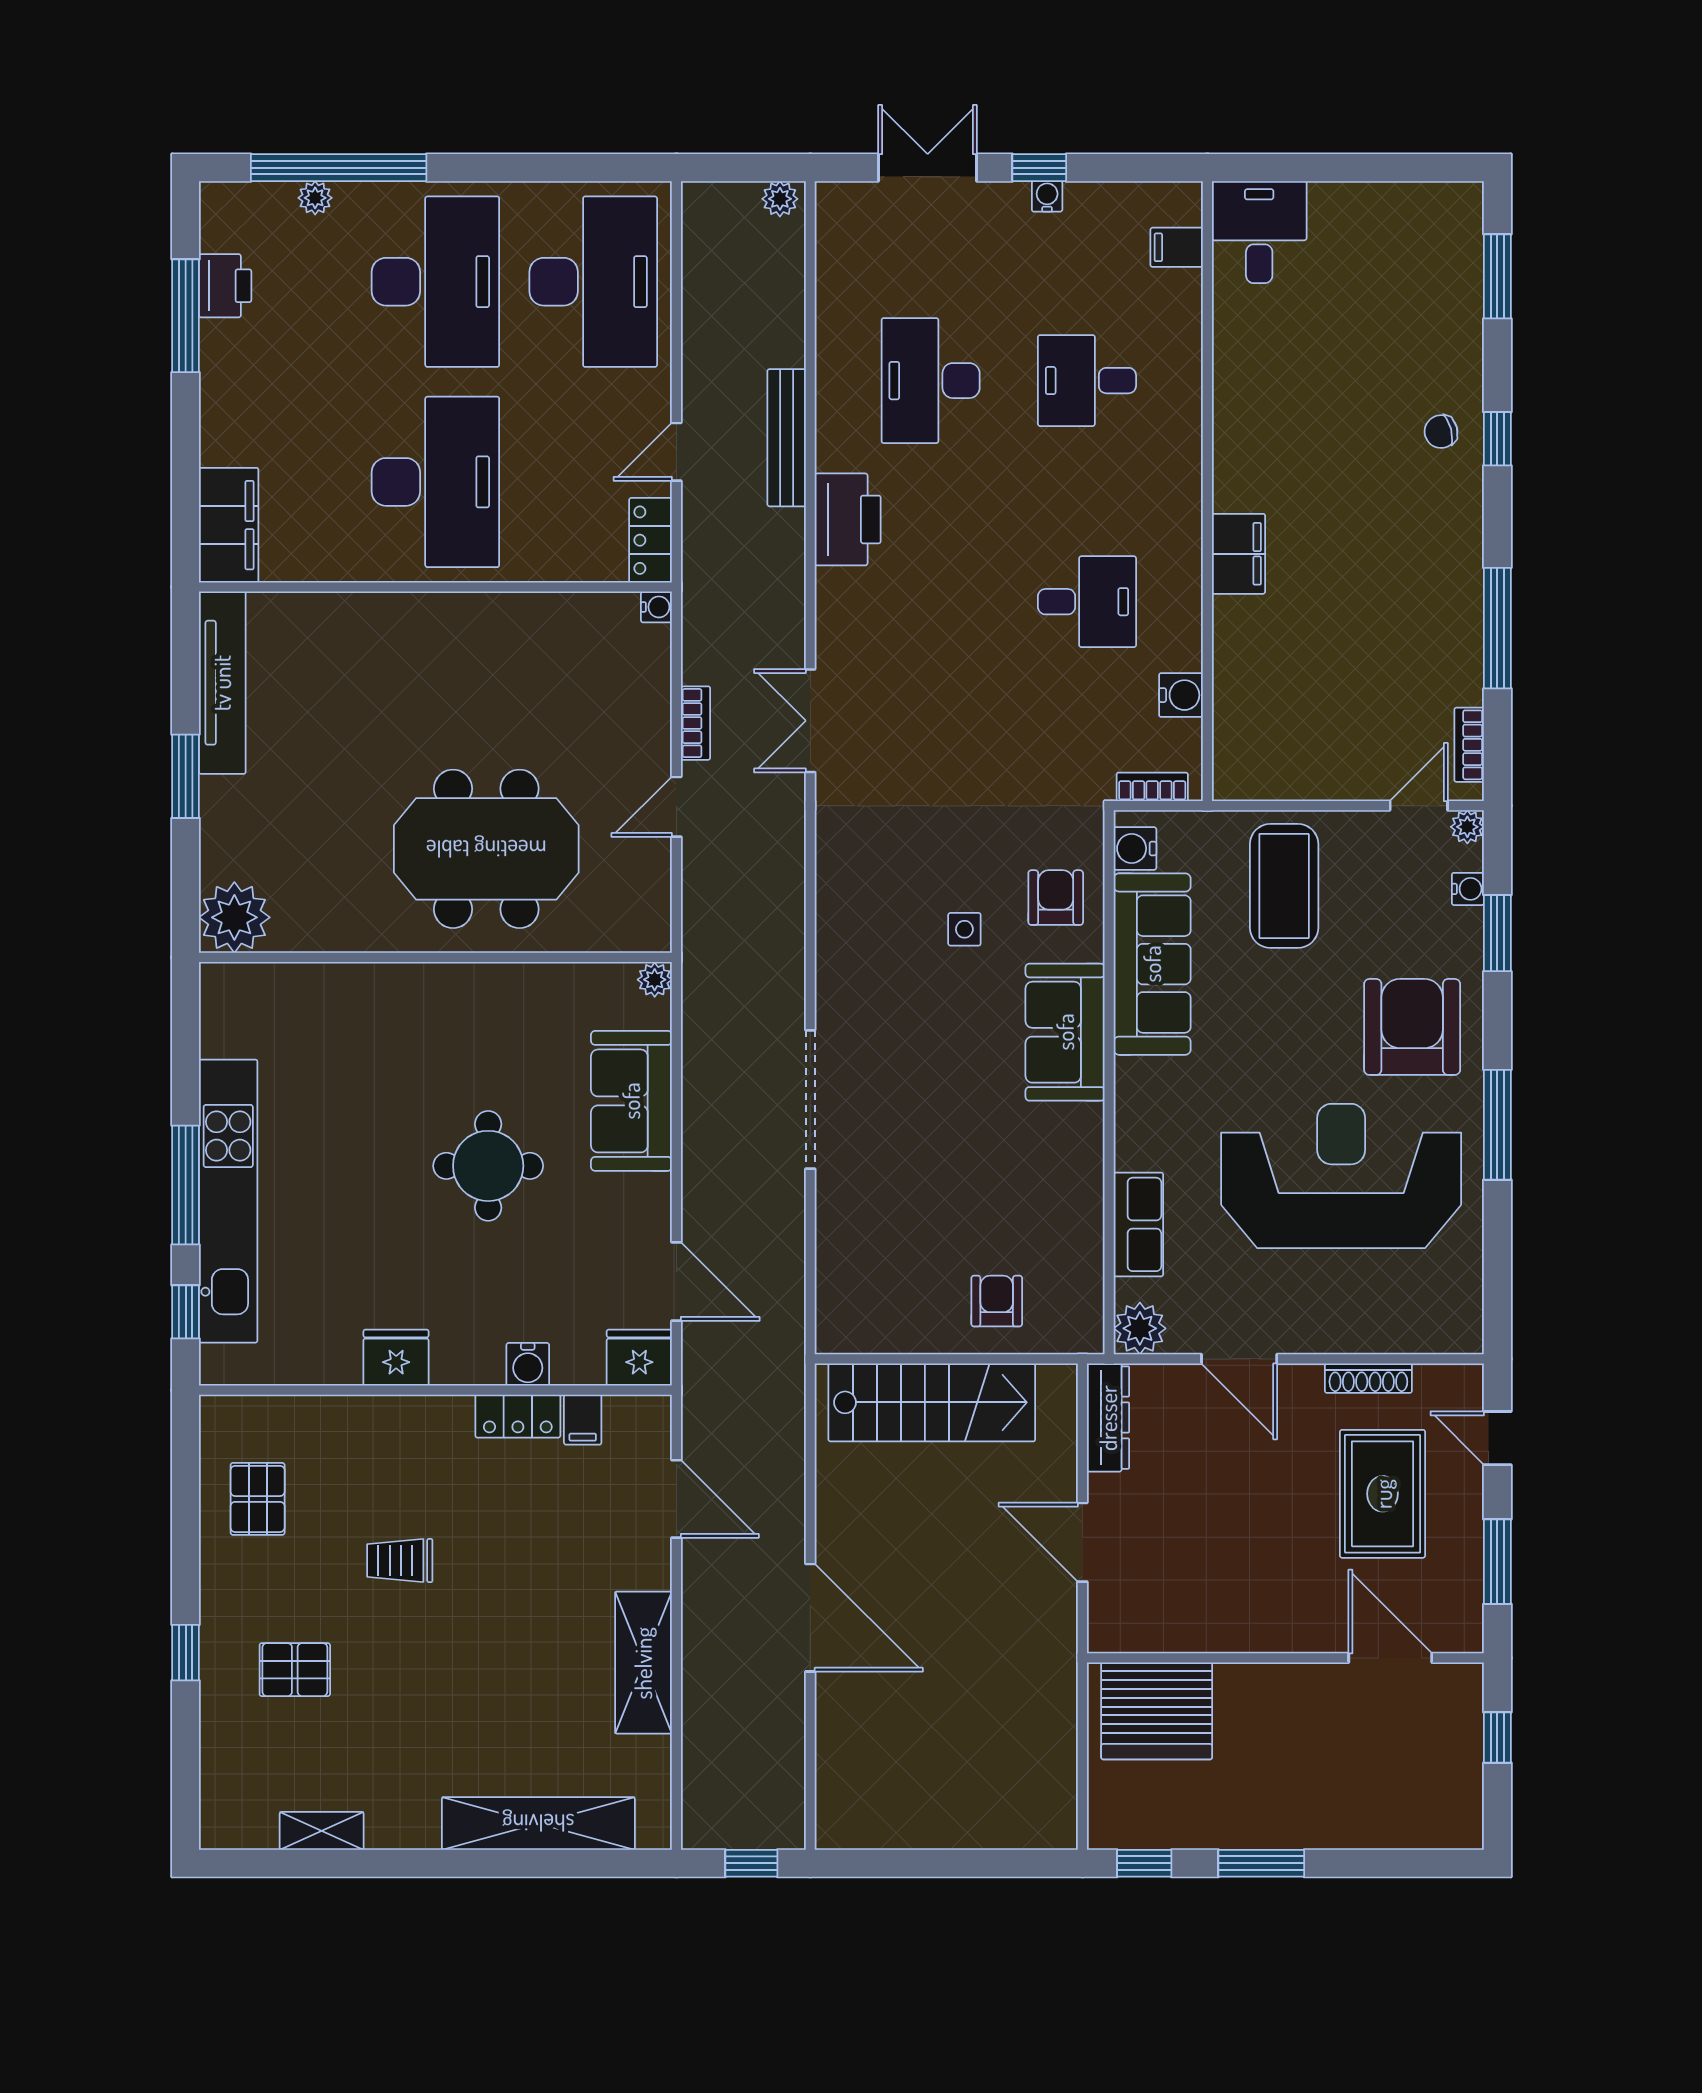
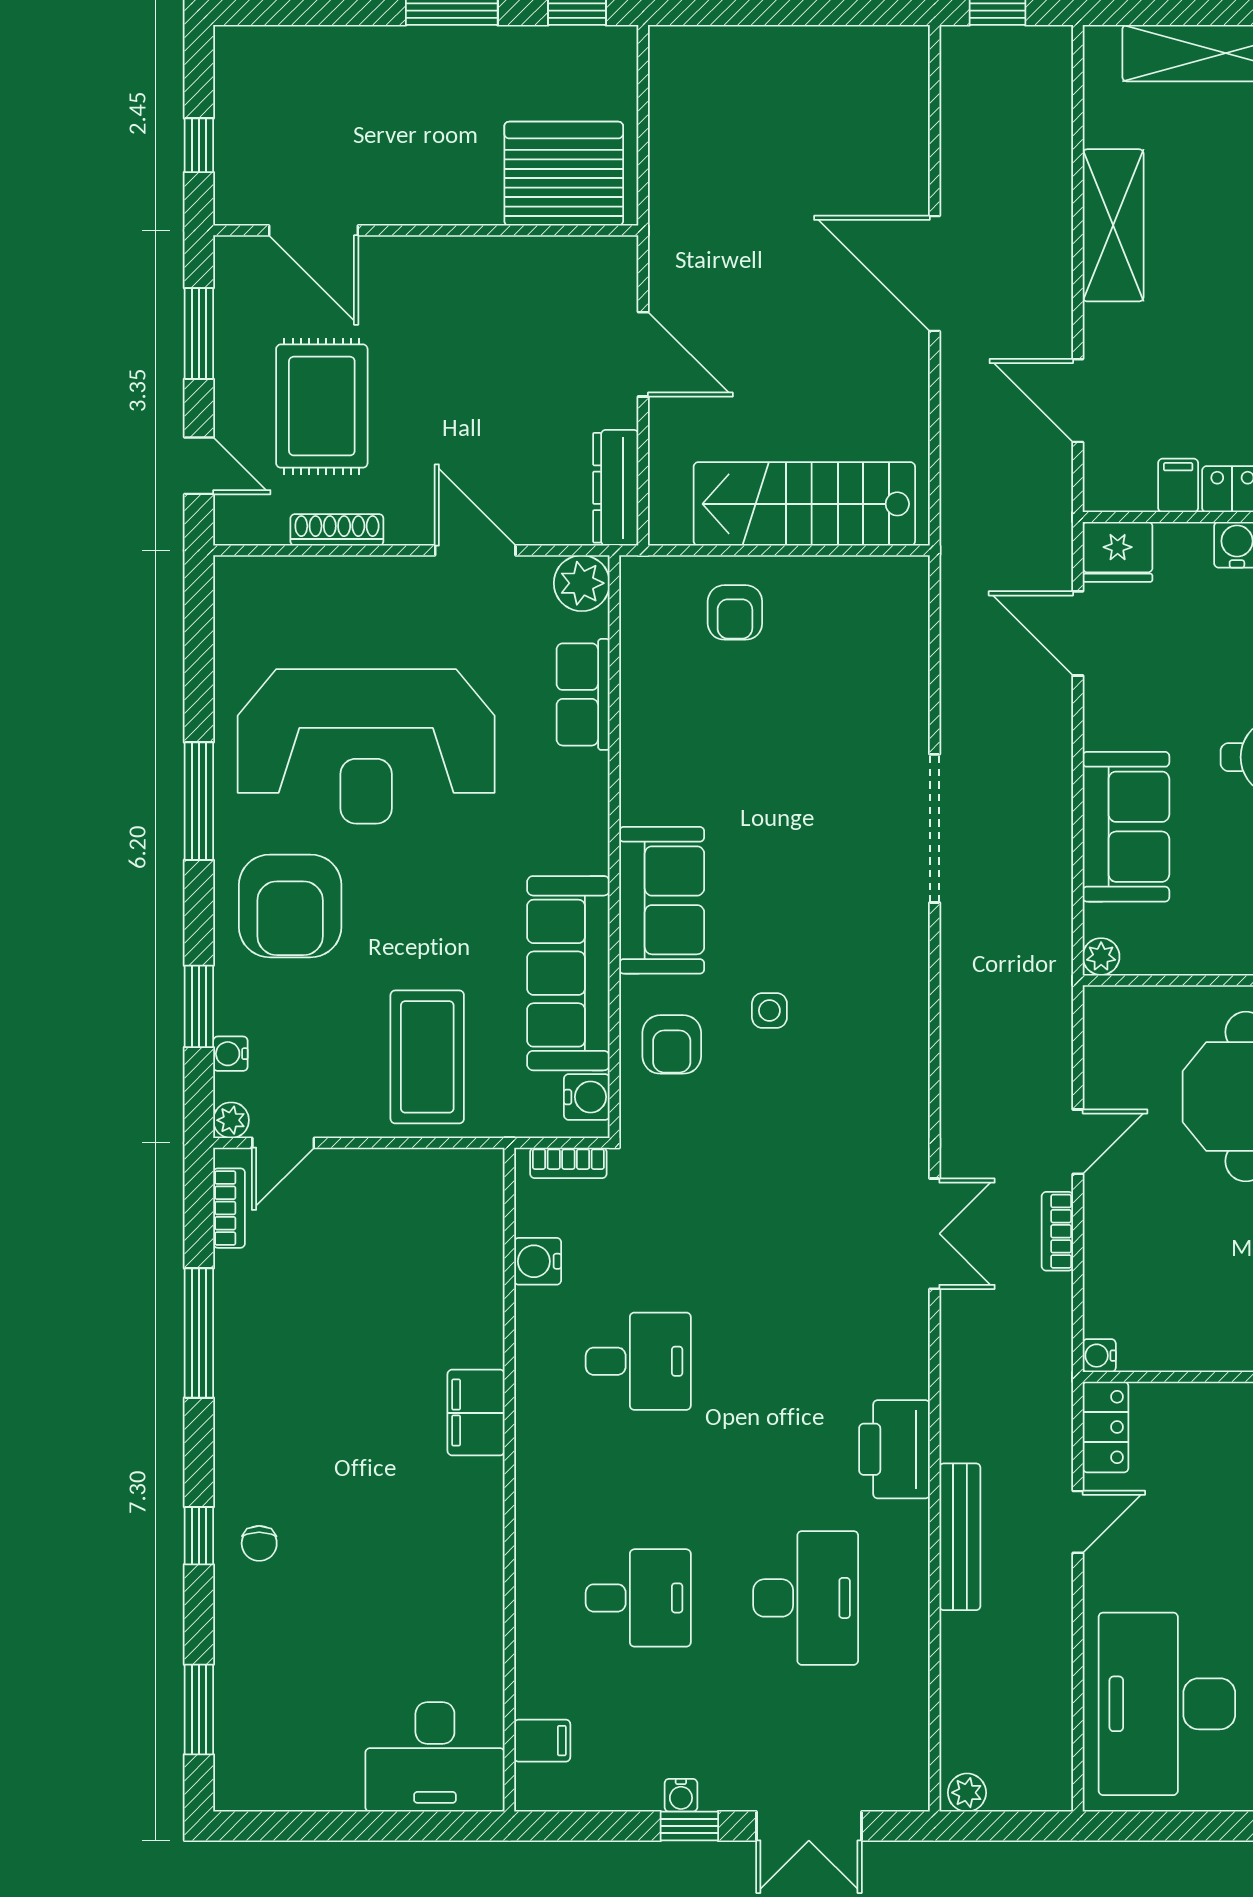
desk: (1259, 232) -> (435, 1757), width x1.37
chair: (1441, 432) -> (259, 1543), turned 105
desk: (1087, 602) -> (638, 1361), turned 180

